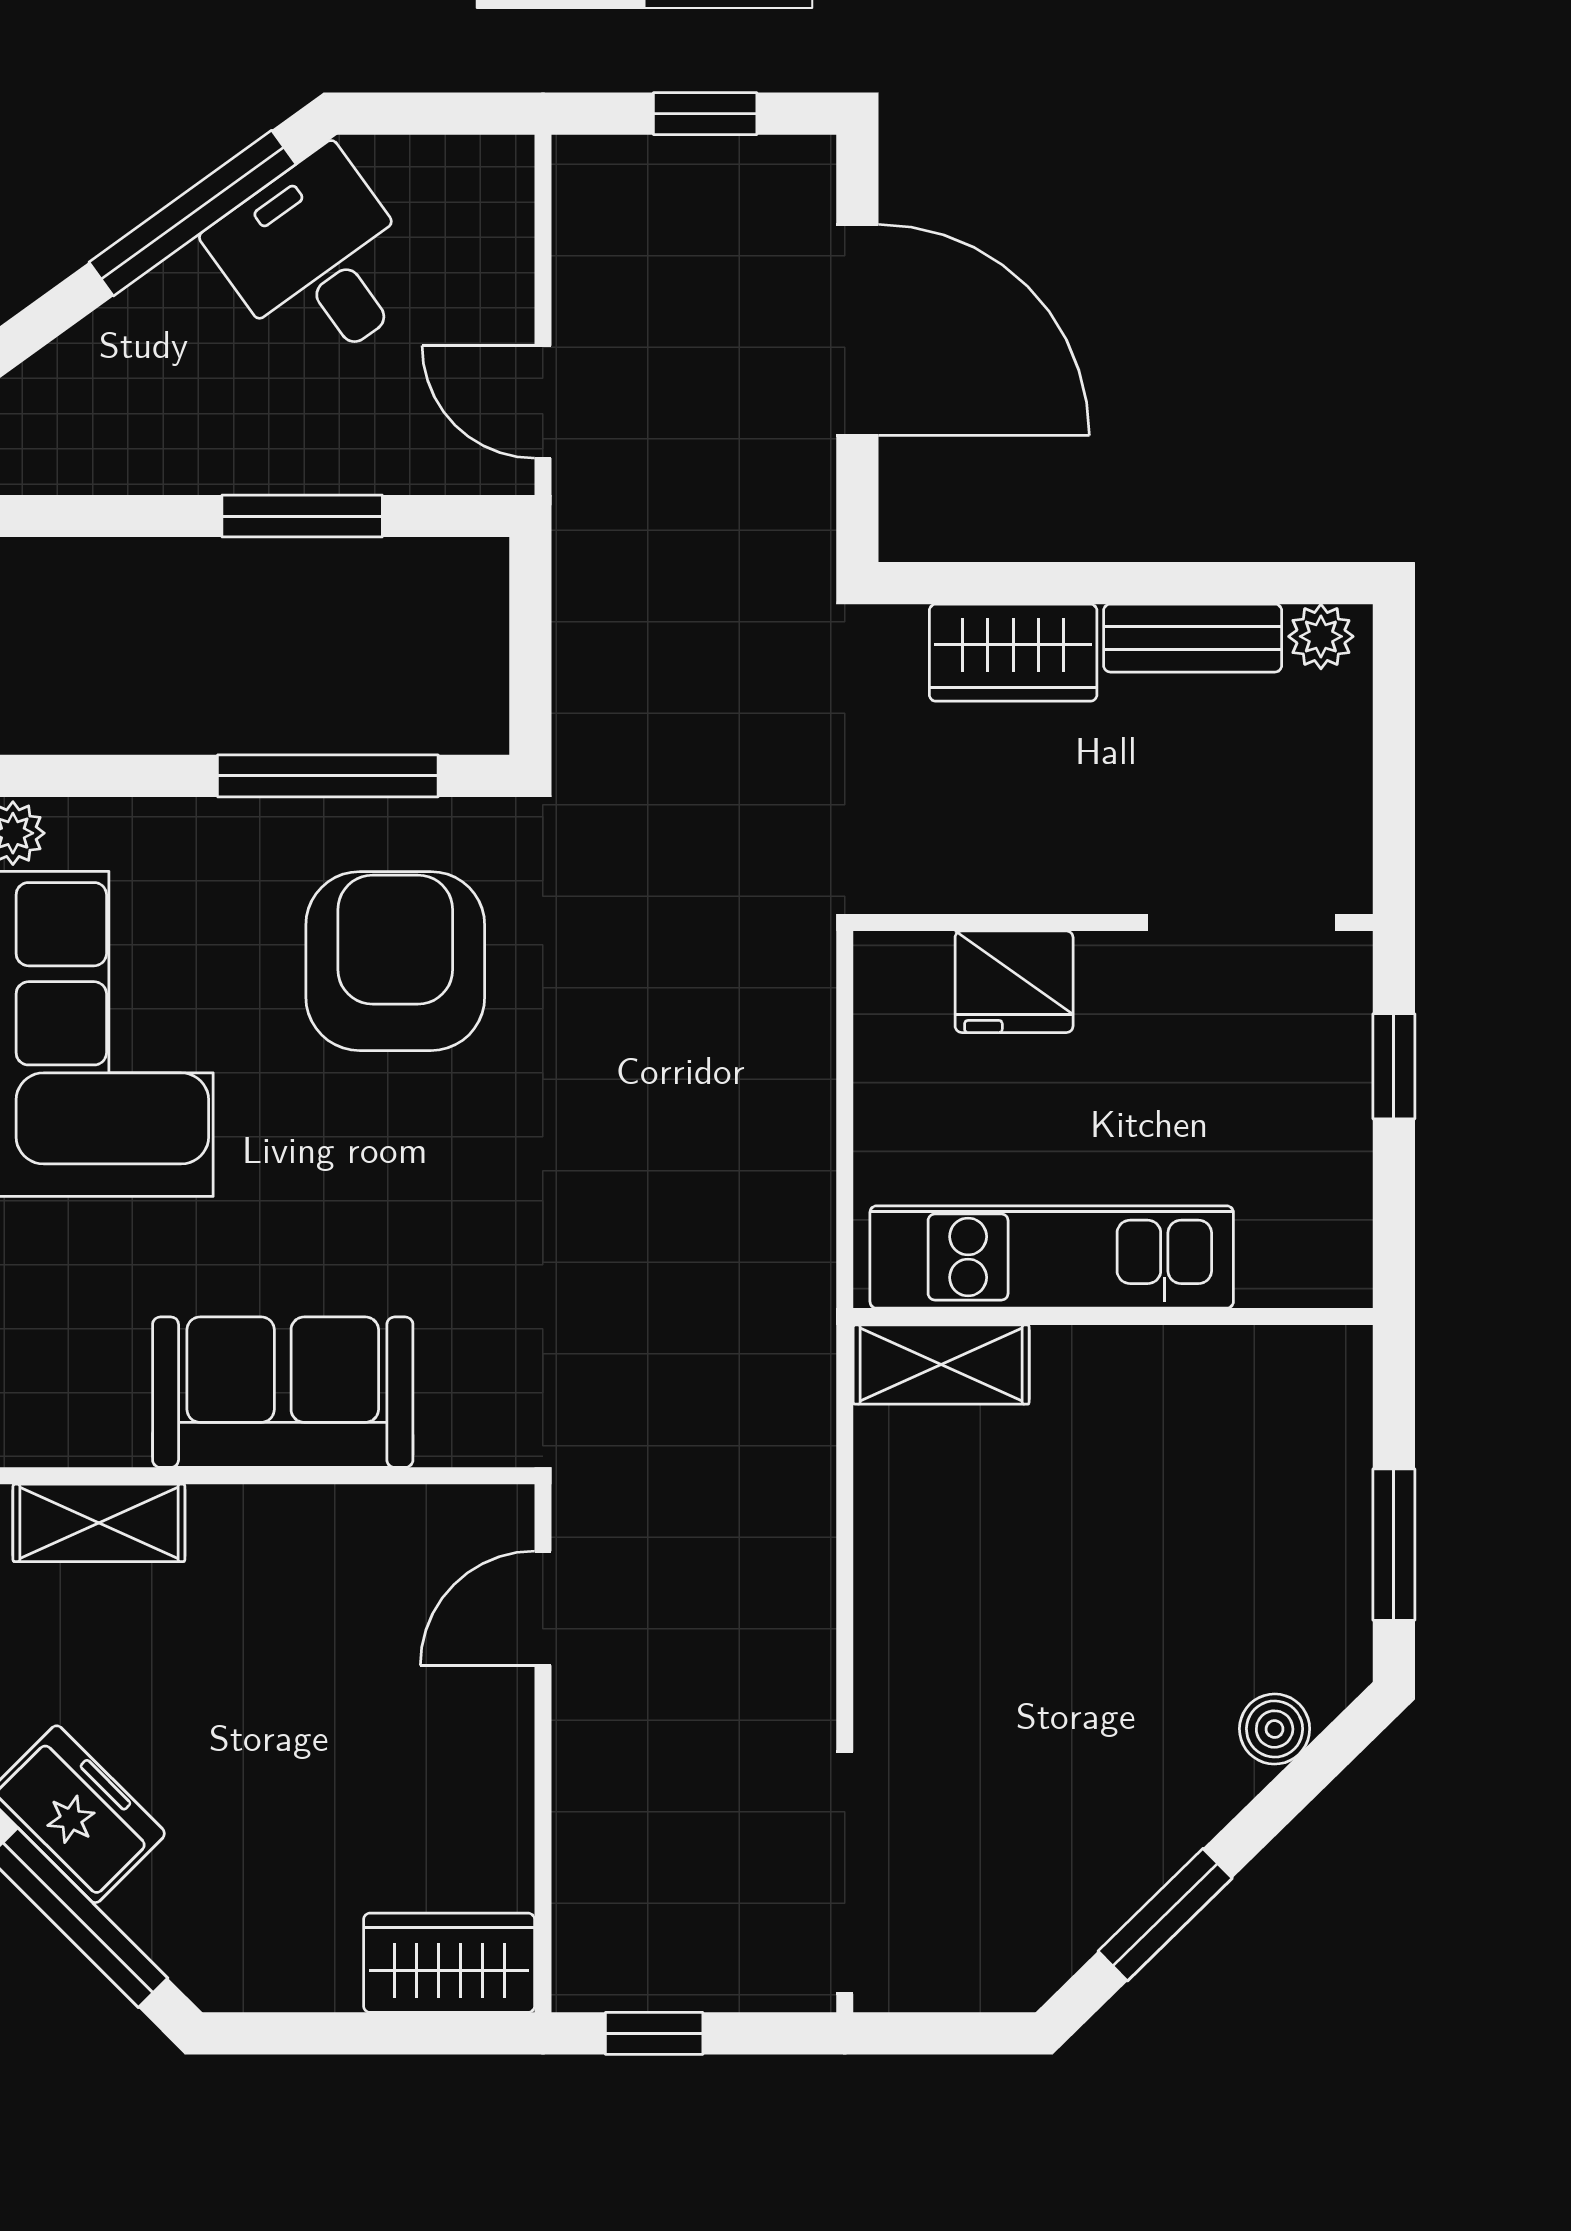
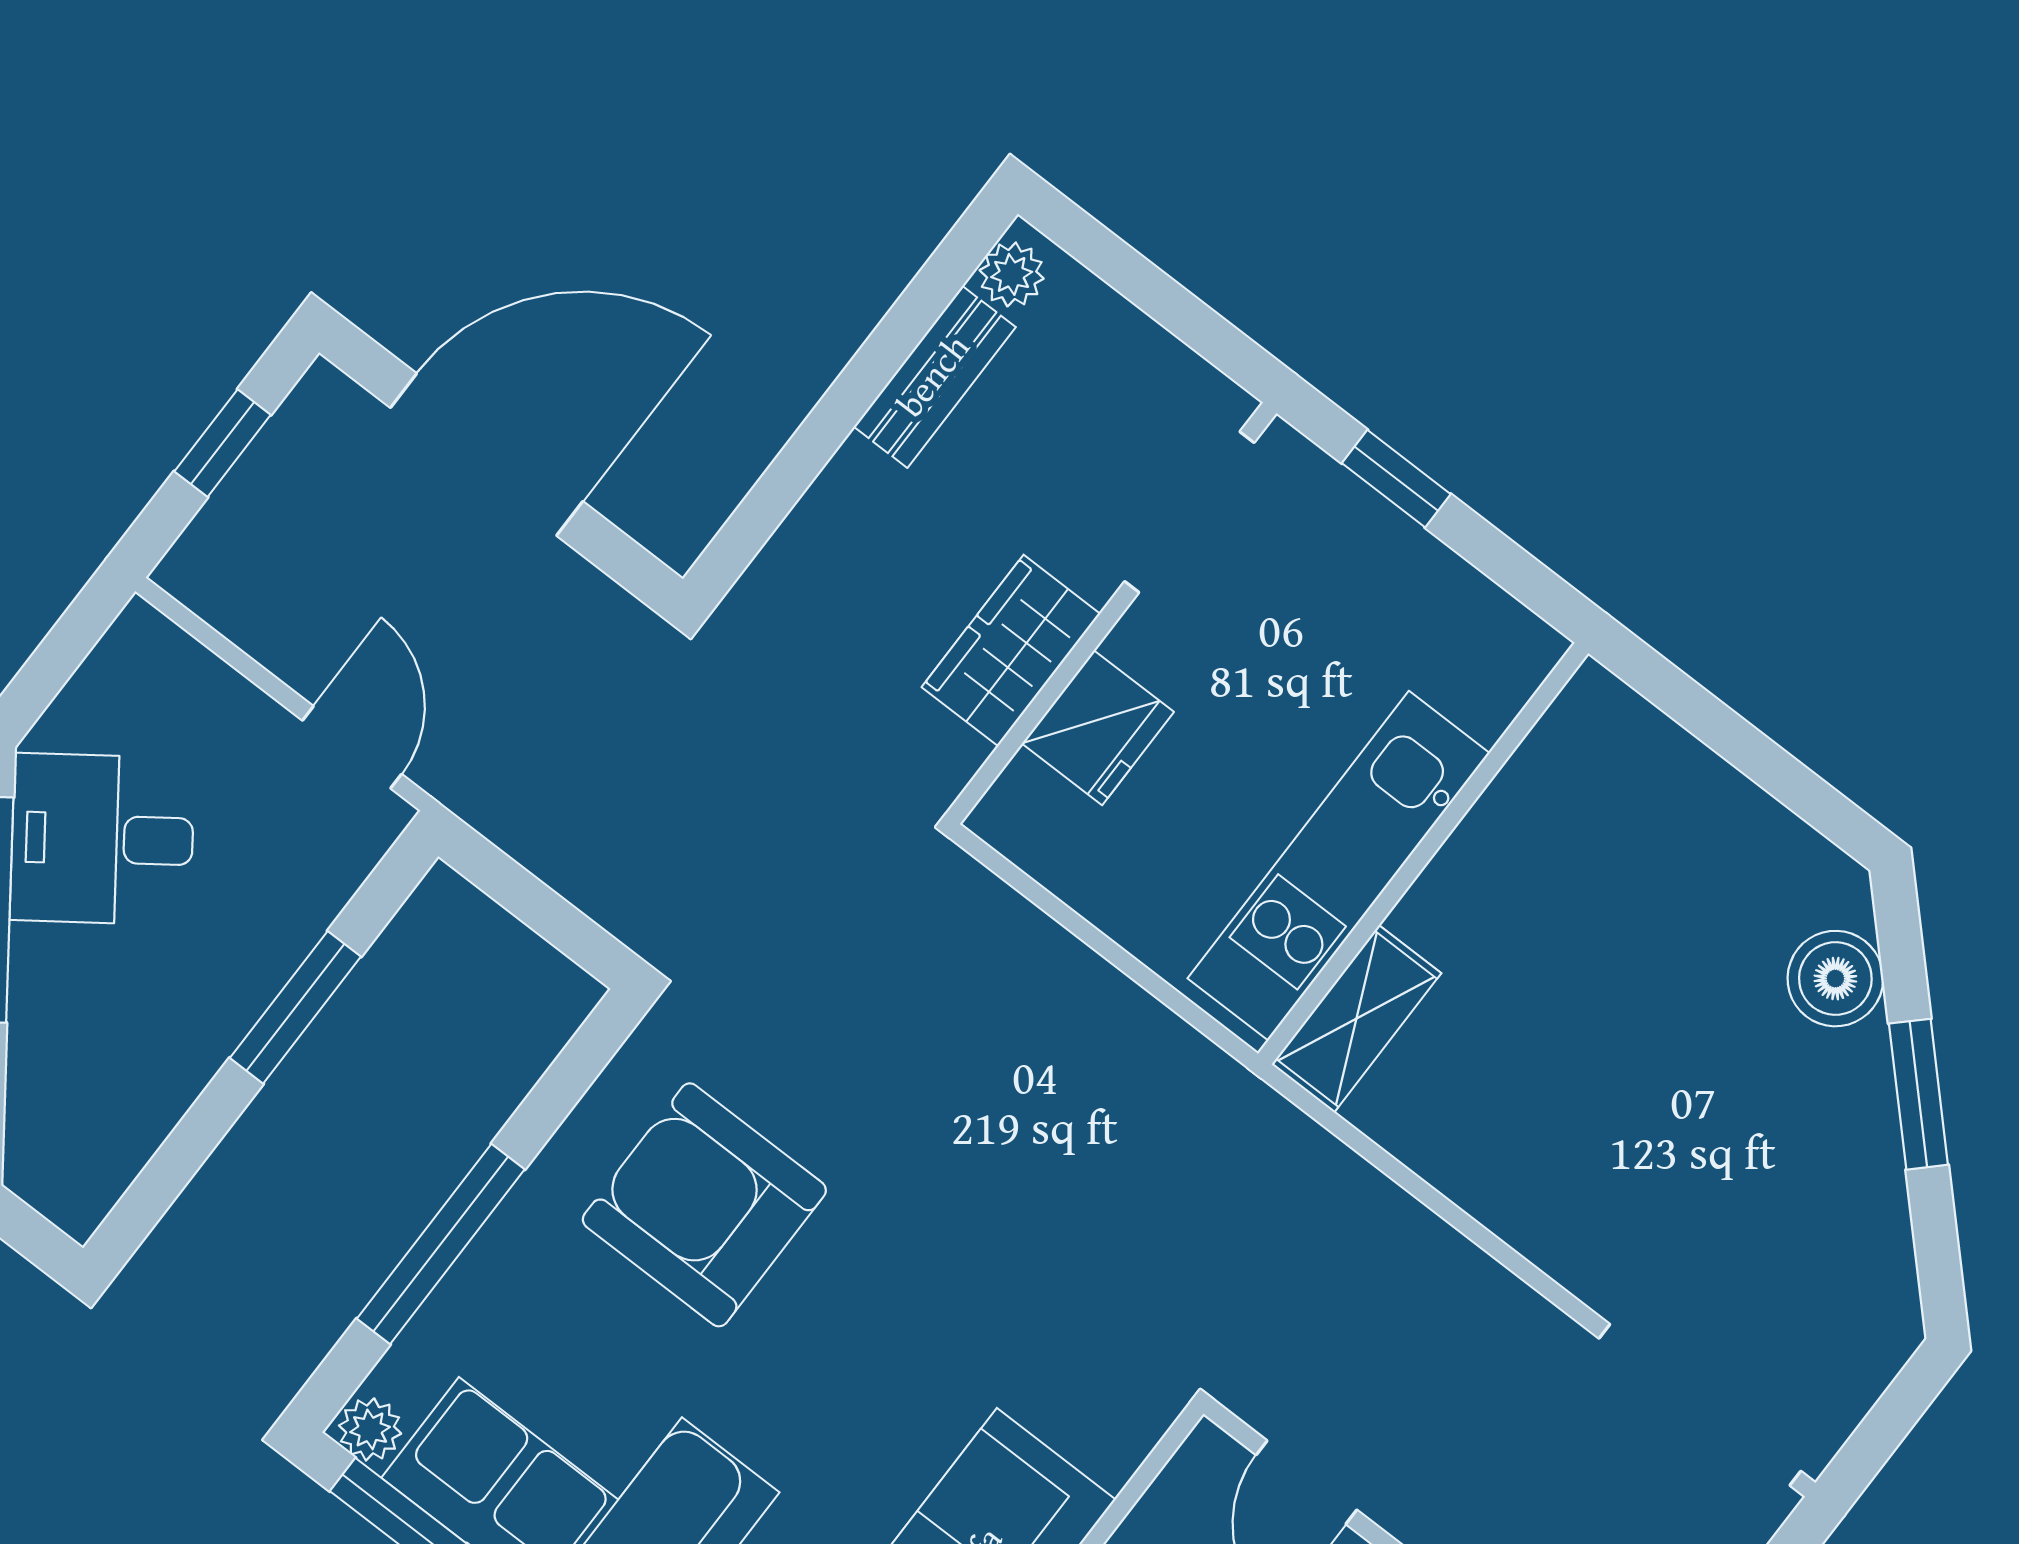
door: (543, 402) -> (352, 747), swing flipped
wardrobe: (1013, 653) -> (1011, 650), moved, turned 180
window: (328, 776) -> (441, 1244), moved
window: (1394, 1545) -> (1775, 770), removed
boiler: (1275, 1729) -> (1835, 979), width x1.36, depth x1.36
window: (1165, 1915) -> (1918, 1094), moved

